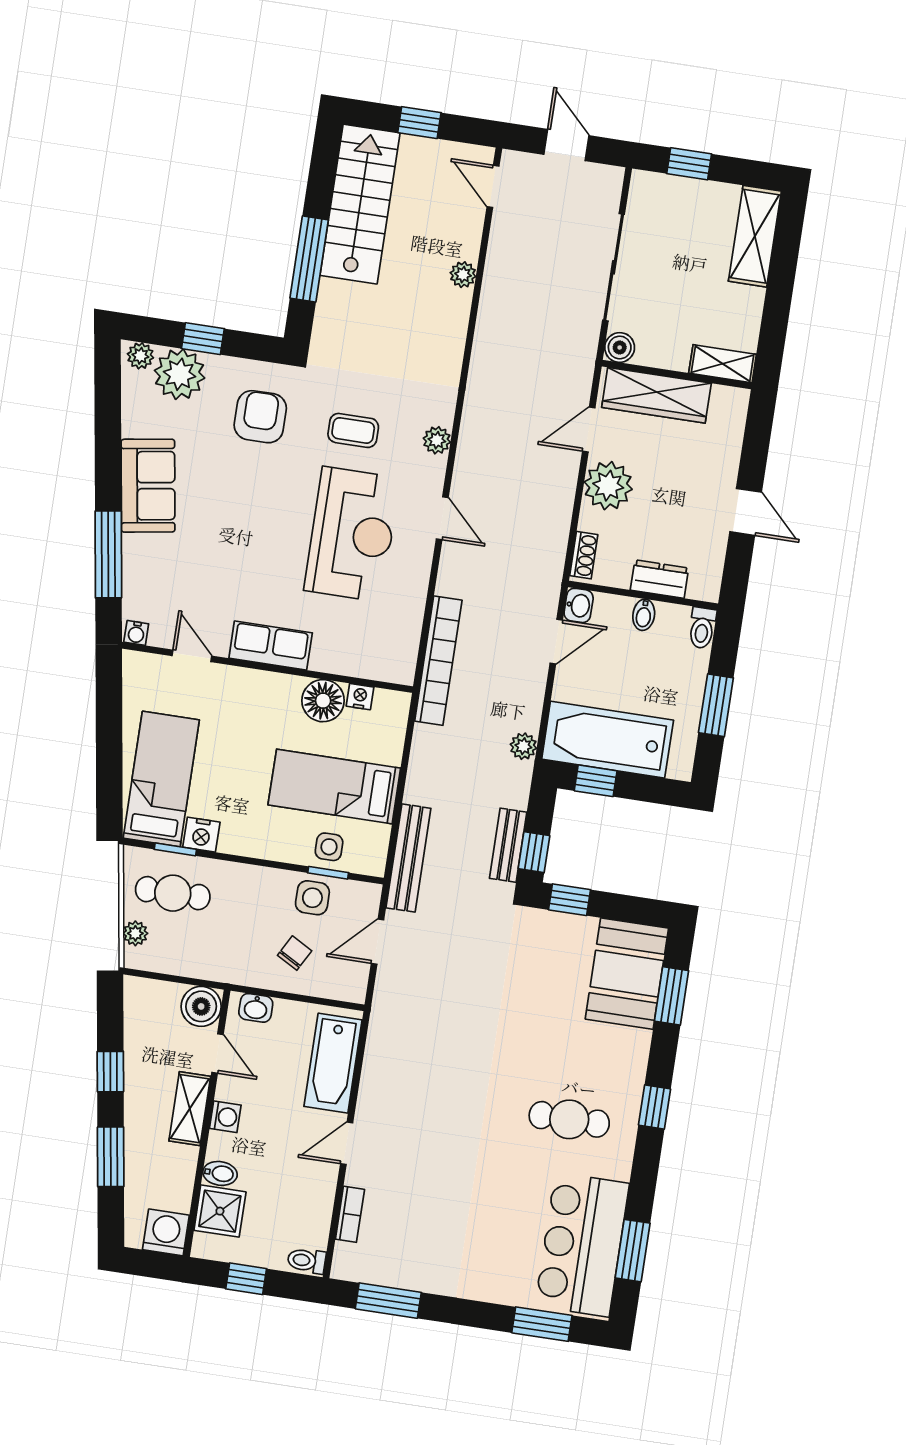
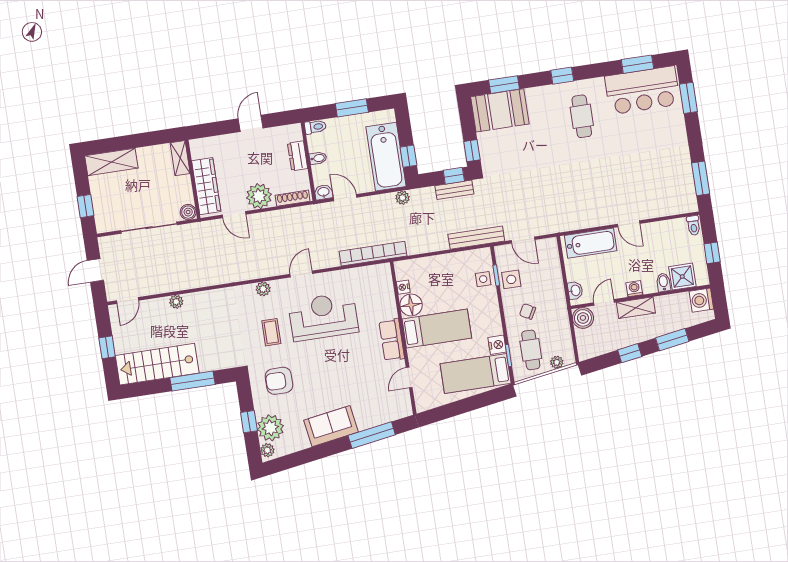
shoe rack: (584, 555) -> (293, 198), width x1.43
water cooler: (136, 633) -> (406, 409), removed
bed: (334, 787) -> (437, 329), moved, turned -90
chair: (295, 953) -> (528, 311), moved
bookcase: (350, 1214) -> (664, 211), removed

